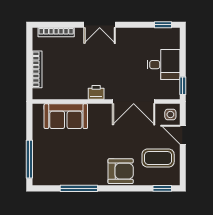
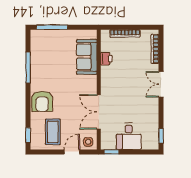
printer: (96, 92) -> (106, 59), moved

